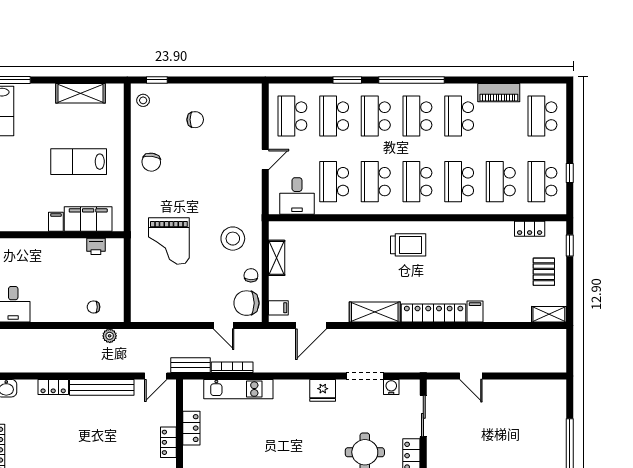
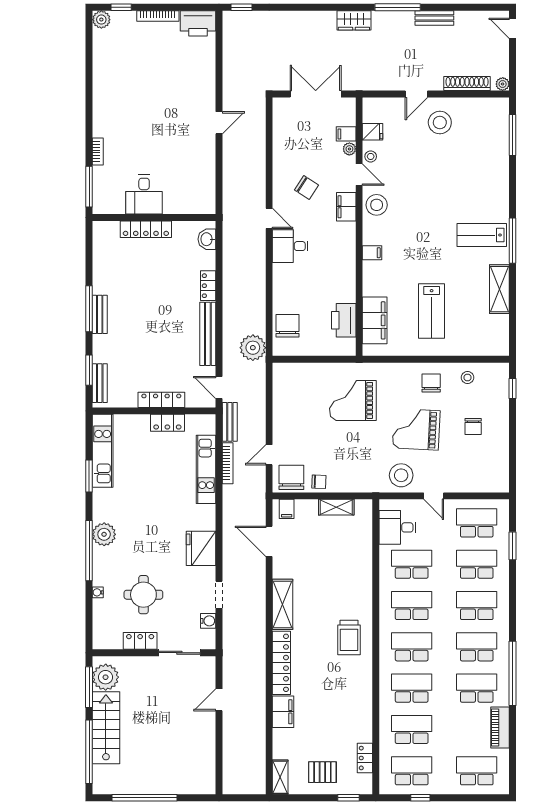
window: (347, 80) -> (513, 546), moved
window: (411, 80) -> (513, 673), moved
shelving: (80, 93) -> (499, 289), moved
stool: (143, 100) -> (468, 377), moved
lab bench: (79, 162) -> (432, 311), turned 180
chair: (151, 162) -> (431, 383), turned 83
grand piano: (198, 177) -> (416, 429), added
filing cabinet: (56, 222) -> (372, 253), moved
stool: (233, 239) -> (401, 475), moved
printer: (96, 246) -> (344, 320), width x1.87, depth x1.48
chair: (94, 307) -> (287, 326), width x1.87, depth x1.87
filing cabinet: (475, 312) -> (283, 712), width x2.00
plant: (110, 336) -> (253, 348), width x1.88, depth x1.88
doorway: (365, 376) -> (219, 595), width x0.73
fridge: (323, 390) -> (201, 548), width x1.36, depth x1.34
locker: (168, 442) -> (161, 400), width x1.53

